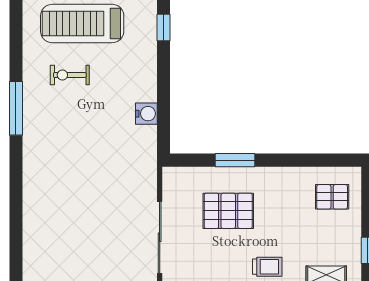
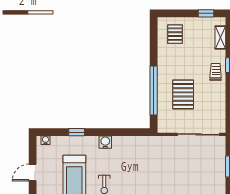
water cooler: (146, 114) -> (105, 142), moved
window: (235, 160) -> (154, 91), width x2.11

